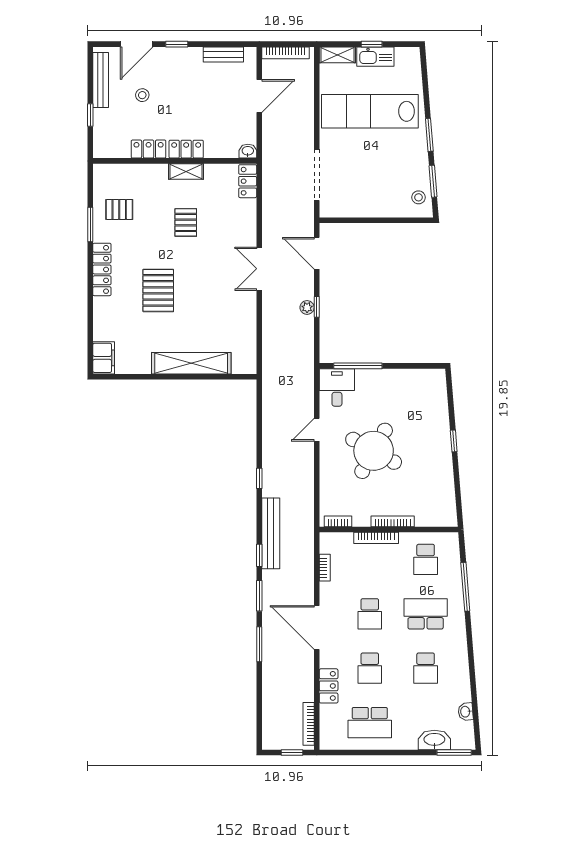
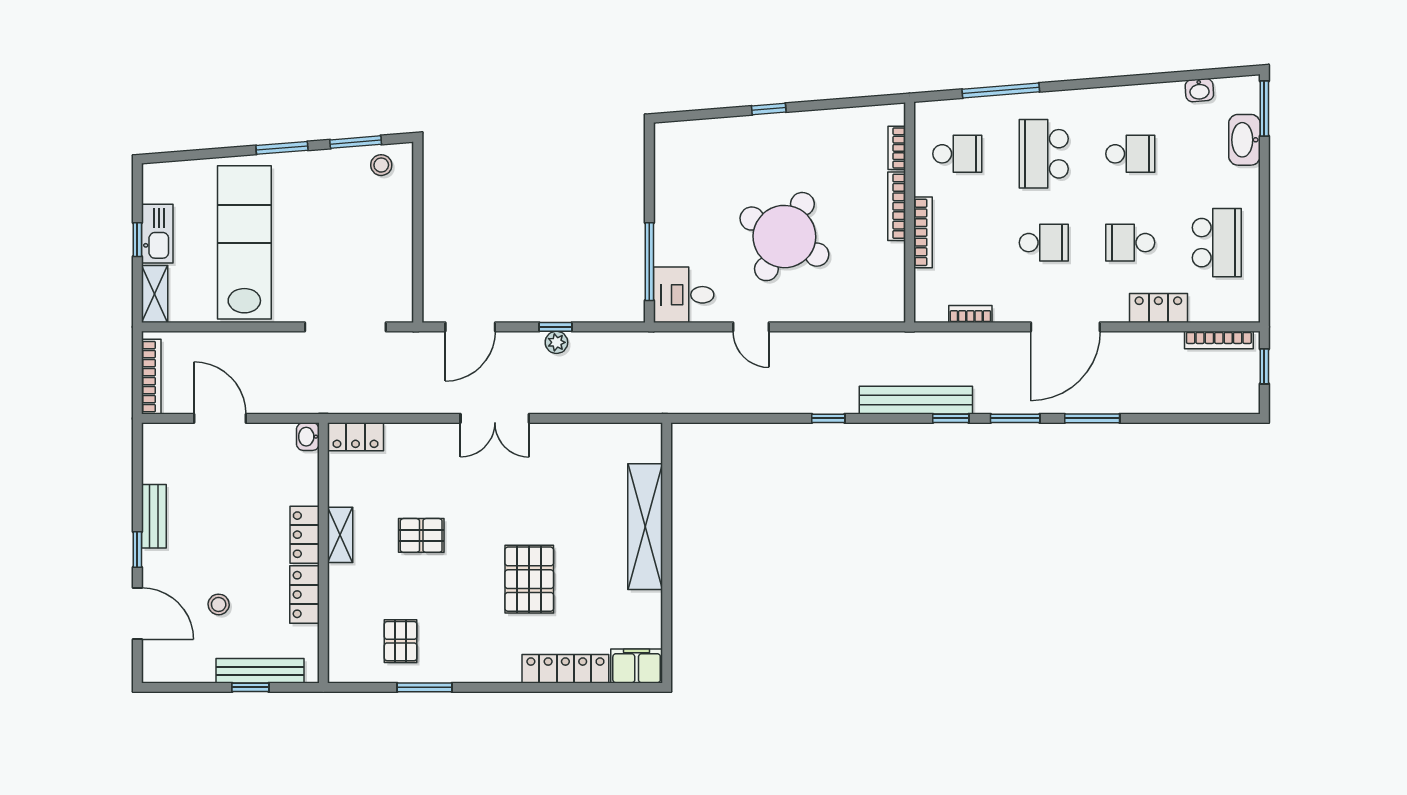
bench: (223, 54) -> (154, 516), moved
bench: (101, 80) -> (260, 671), moved
lab bench: (370, 111) -> (244, 242), turned 180
locker: (102, 269) -> (565, 669), moved
pallet: (158, 290) -> (529, 579), turned 90
bookcase: (338, 521) -> (897, 148), moved
school desk: (370, 668) -> (1130, 243), turned 180

